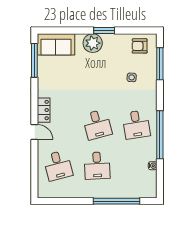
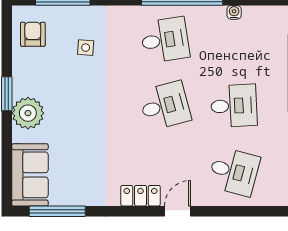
armchair: (140, 46) -> (33, 34), turned 180
desk: (58, 166) -> (234, 172), turned 30

